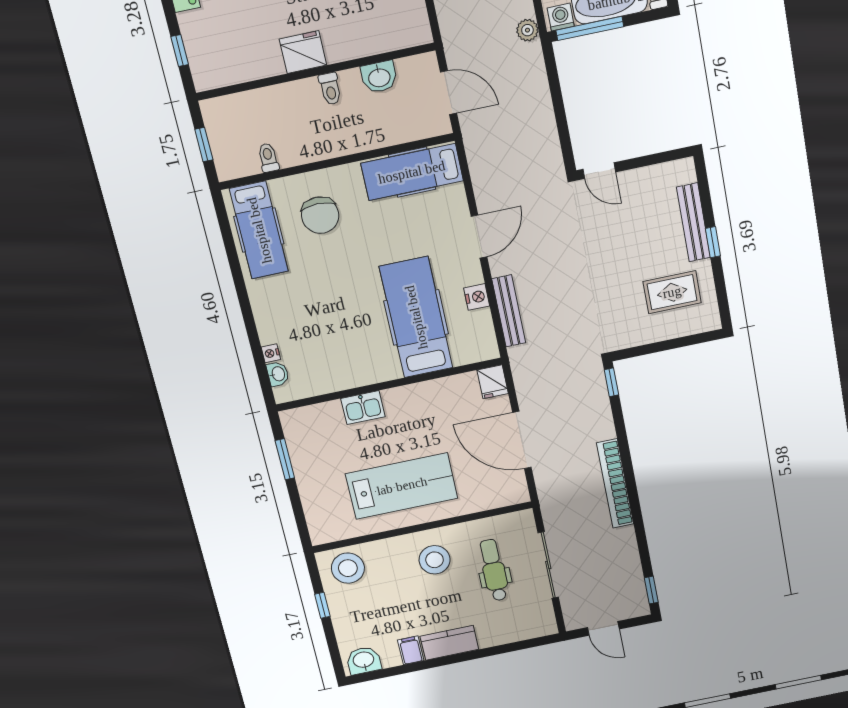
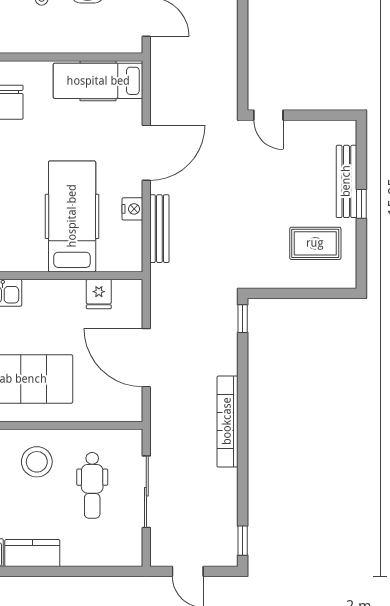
door: (479, 237) -> (146, 153), width x1.36
fridge: (493, 382) -> (99, 294), moved
dental chair: (494, 570) -> (92, 485), turned 180

